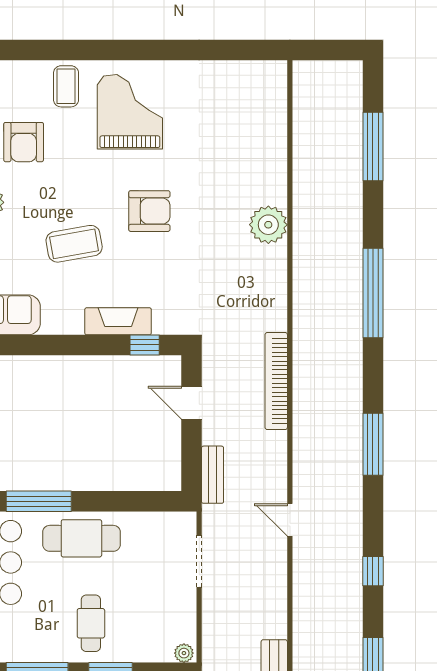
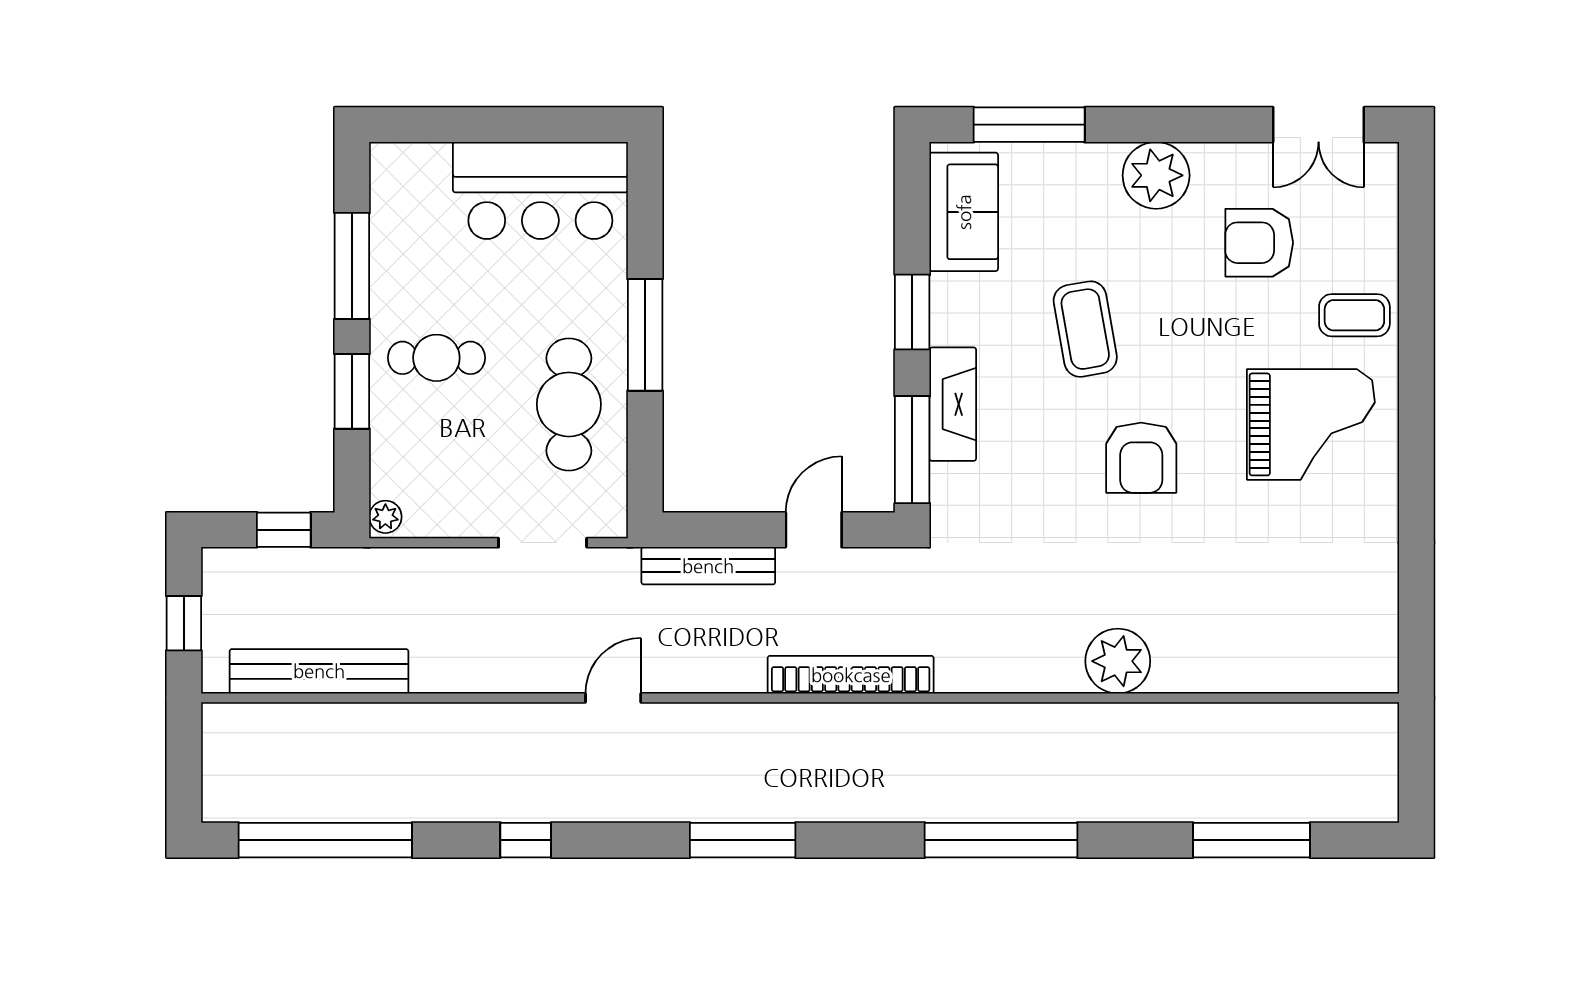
window: (64, 345) -> (912, 312), added
window: (145, 345) -> (912, 450), width x2.17
bench: (213, 475) -> (708, 566), width x1.36
window: (39, 501) -> (645, 335), moved
cafe table: (81, 538) -> (569, 404), moved

